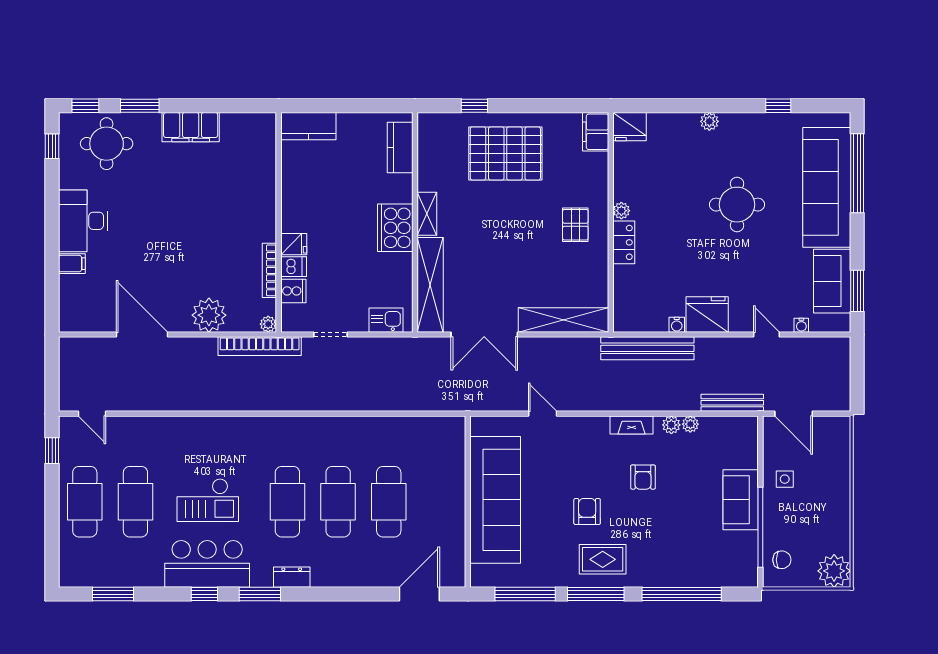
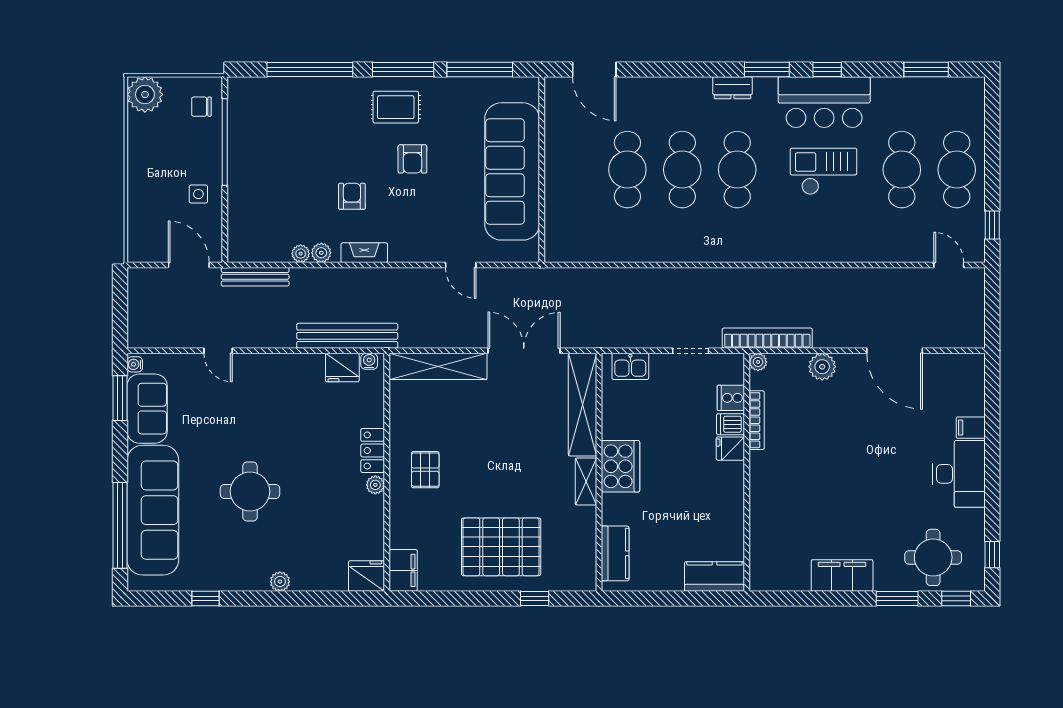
fridge: (707, 314) -> (342, 368), moved, width x0.73, depth x0.75
plant: (209, 315) -> (822, 367), width x0.73, depth x0.73
water cooler: (677, 325) -> (369, 361), moved
water cooler: (801, 325) -> (135, 364), moved, turned -90
sofa: (741, 500) -> (246, 172), removed
door: (419, 594) -> (594, 69), hinge flipped

